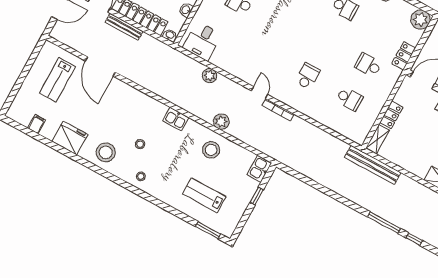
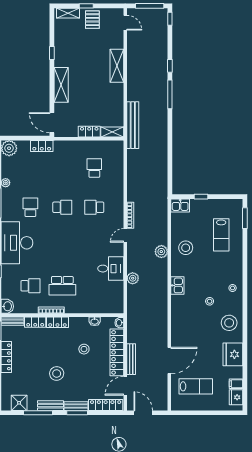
desk: (202, 41) -> (111, 269), moved
school desk: (368, 65) -> (62, 207), moved, turned -90
fridge: (22, 116) -> (236, 397), added

